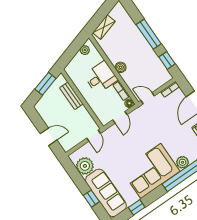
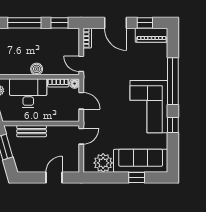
desk: (101, 77) -> (28, 93), width x1.37
door: (148, 98) -> (81, 64), hinge flipped
door: (93, 136) -> (81, 136), hinge flipped
plant: (183, 162) -> (161, 73), removed
window: (137, 207) -> (173, 125), moved

